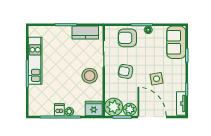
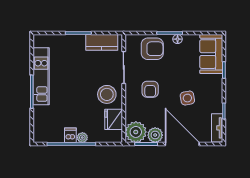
armchair: (127, 38) -> (152, 49), turned 180
armchair: (126, 71) -> (150, 89), turned -100
fridge: (94, 108) -> (114, 119), moved, turned -90

